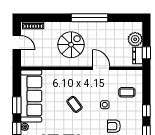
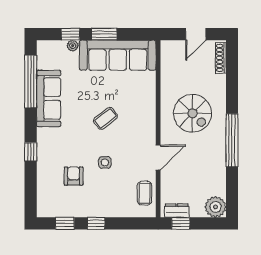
plant: (135, 39) -> (216, 207), moved
coffee table: (127, 92) -> (144, 193), moved

